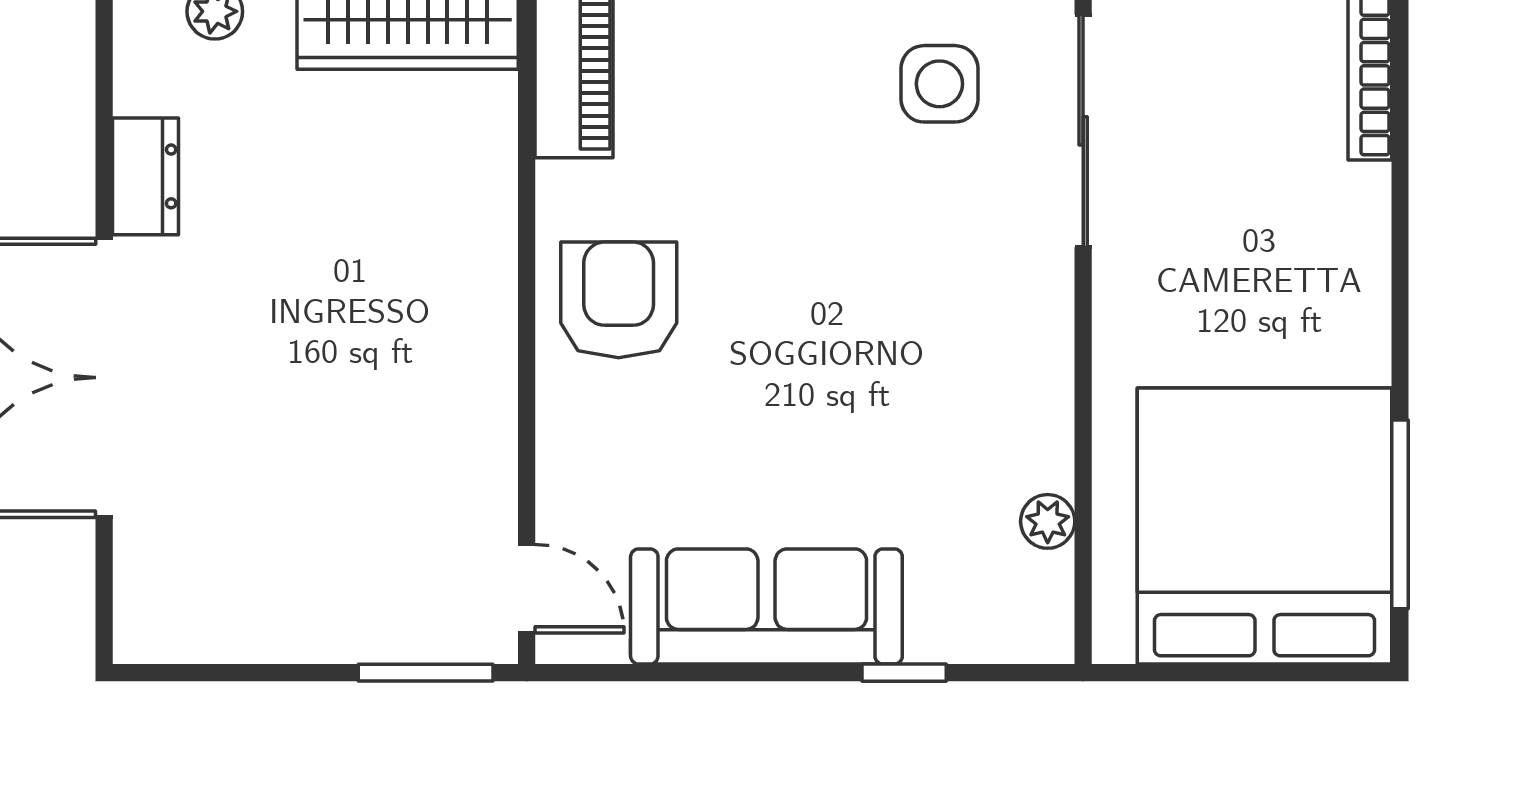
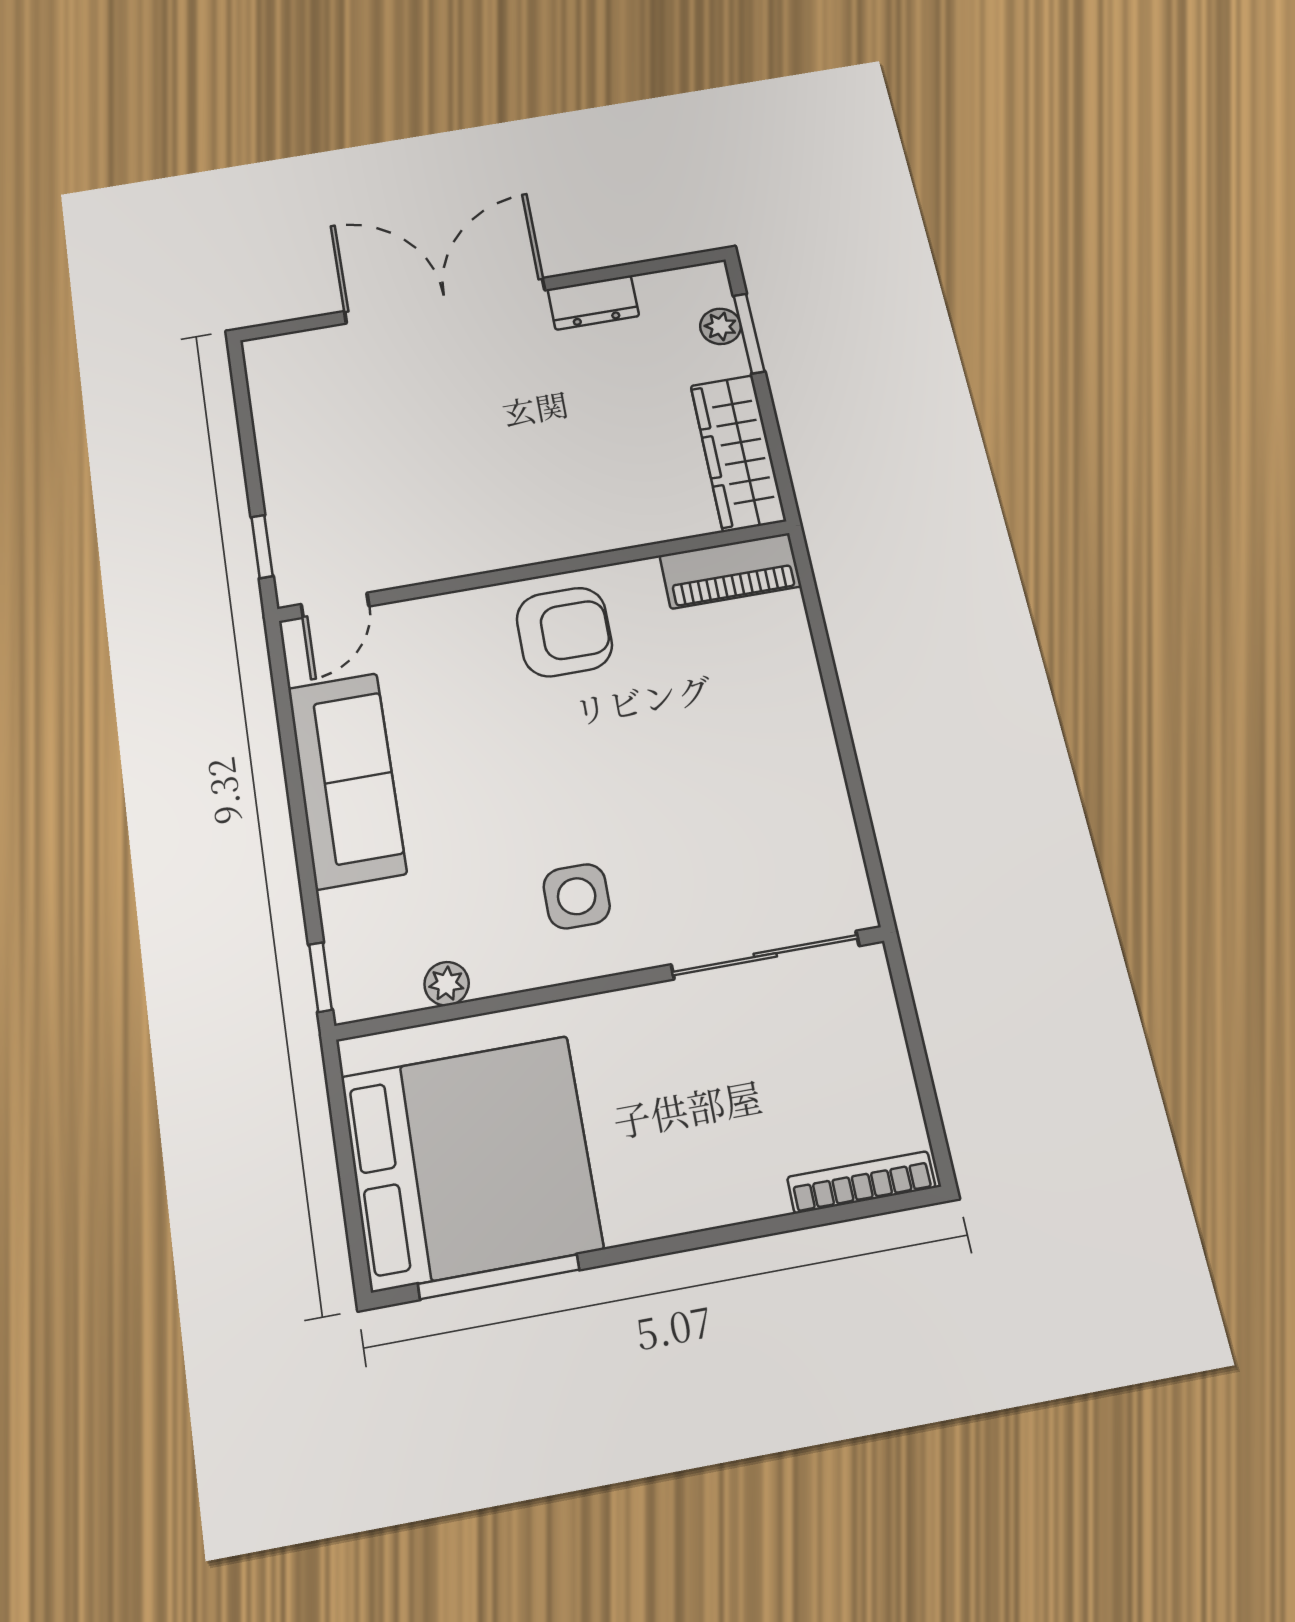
side table: (939, 84) -> (577, 896), moved
window: (426, 673) -> (262, 547), width x0.67
window: (904, 673) -> (321, 977), moved

